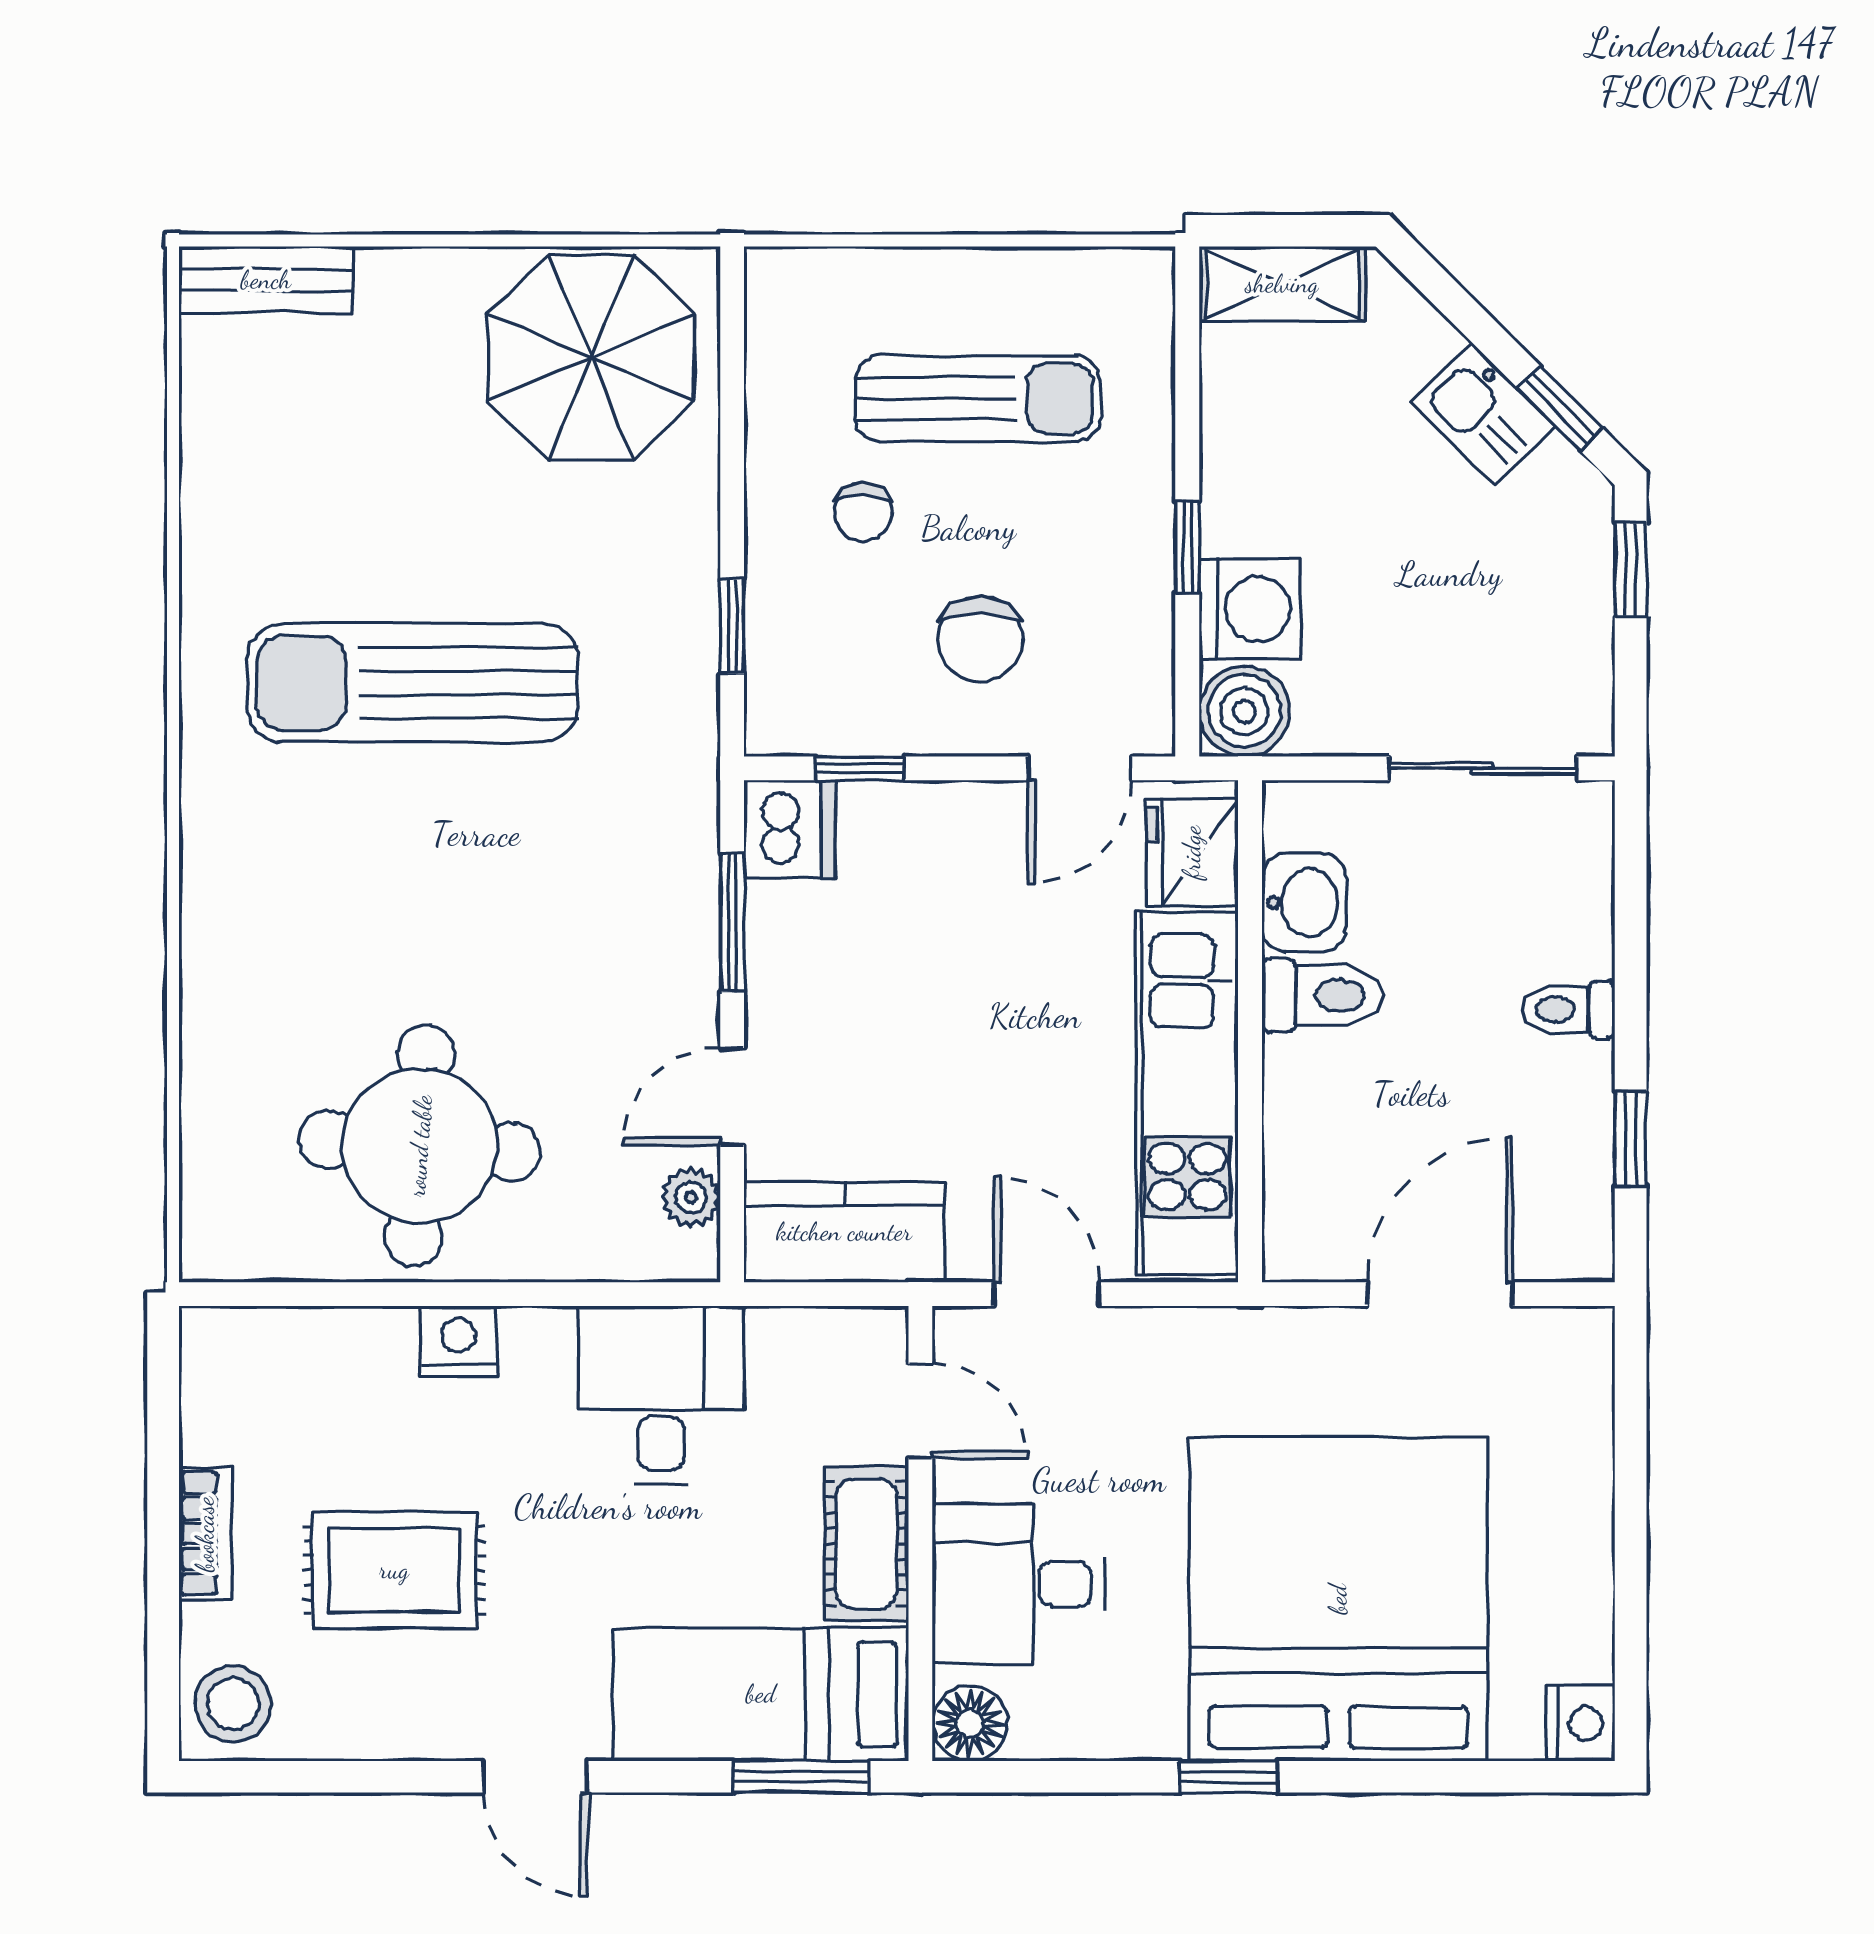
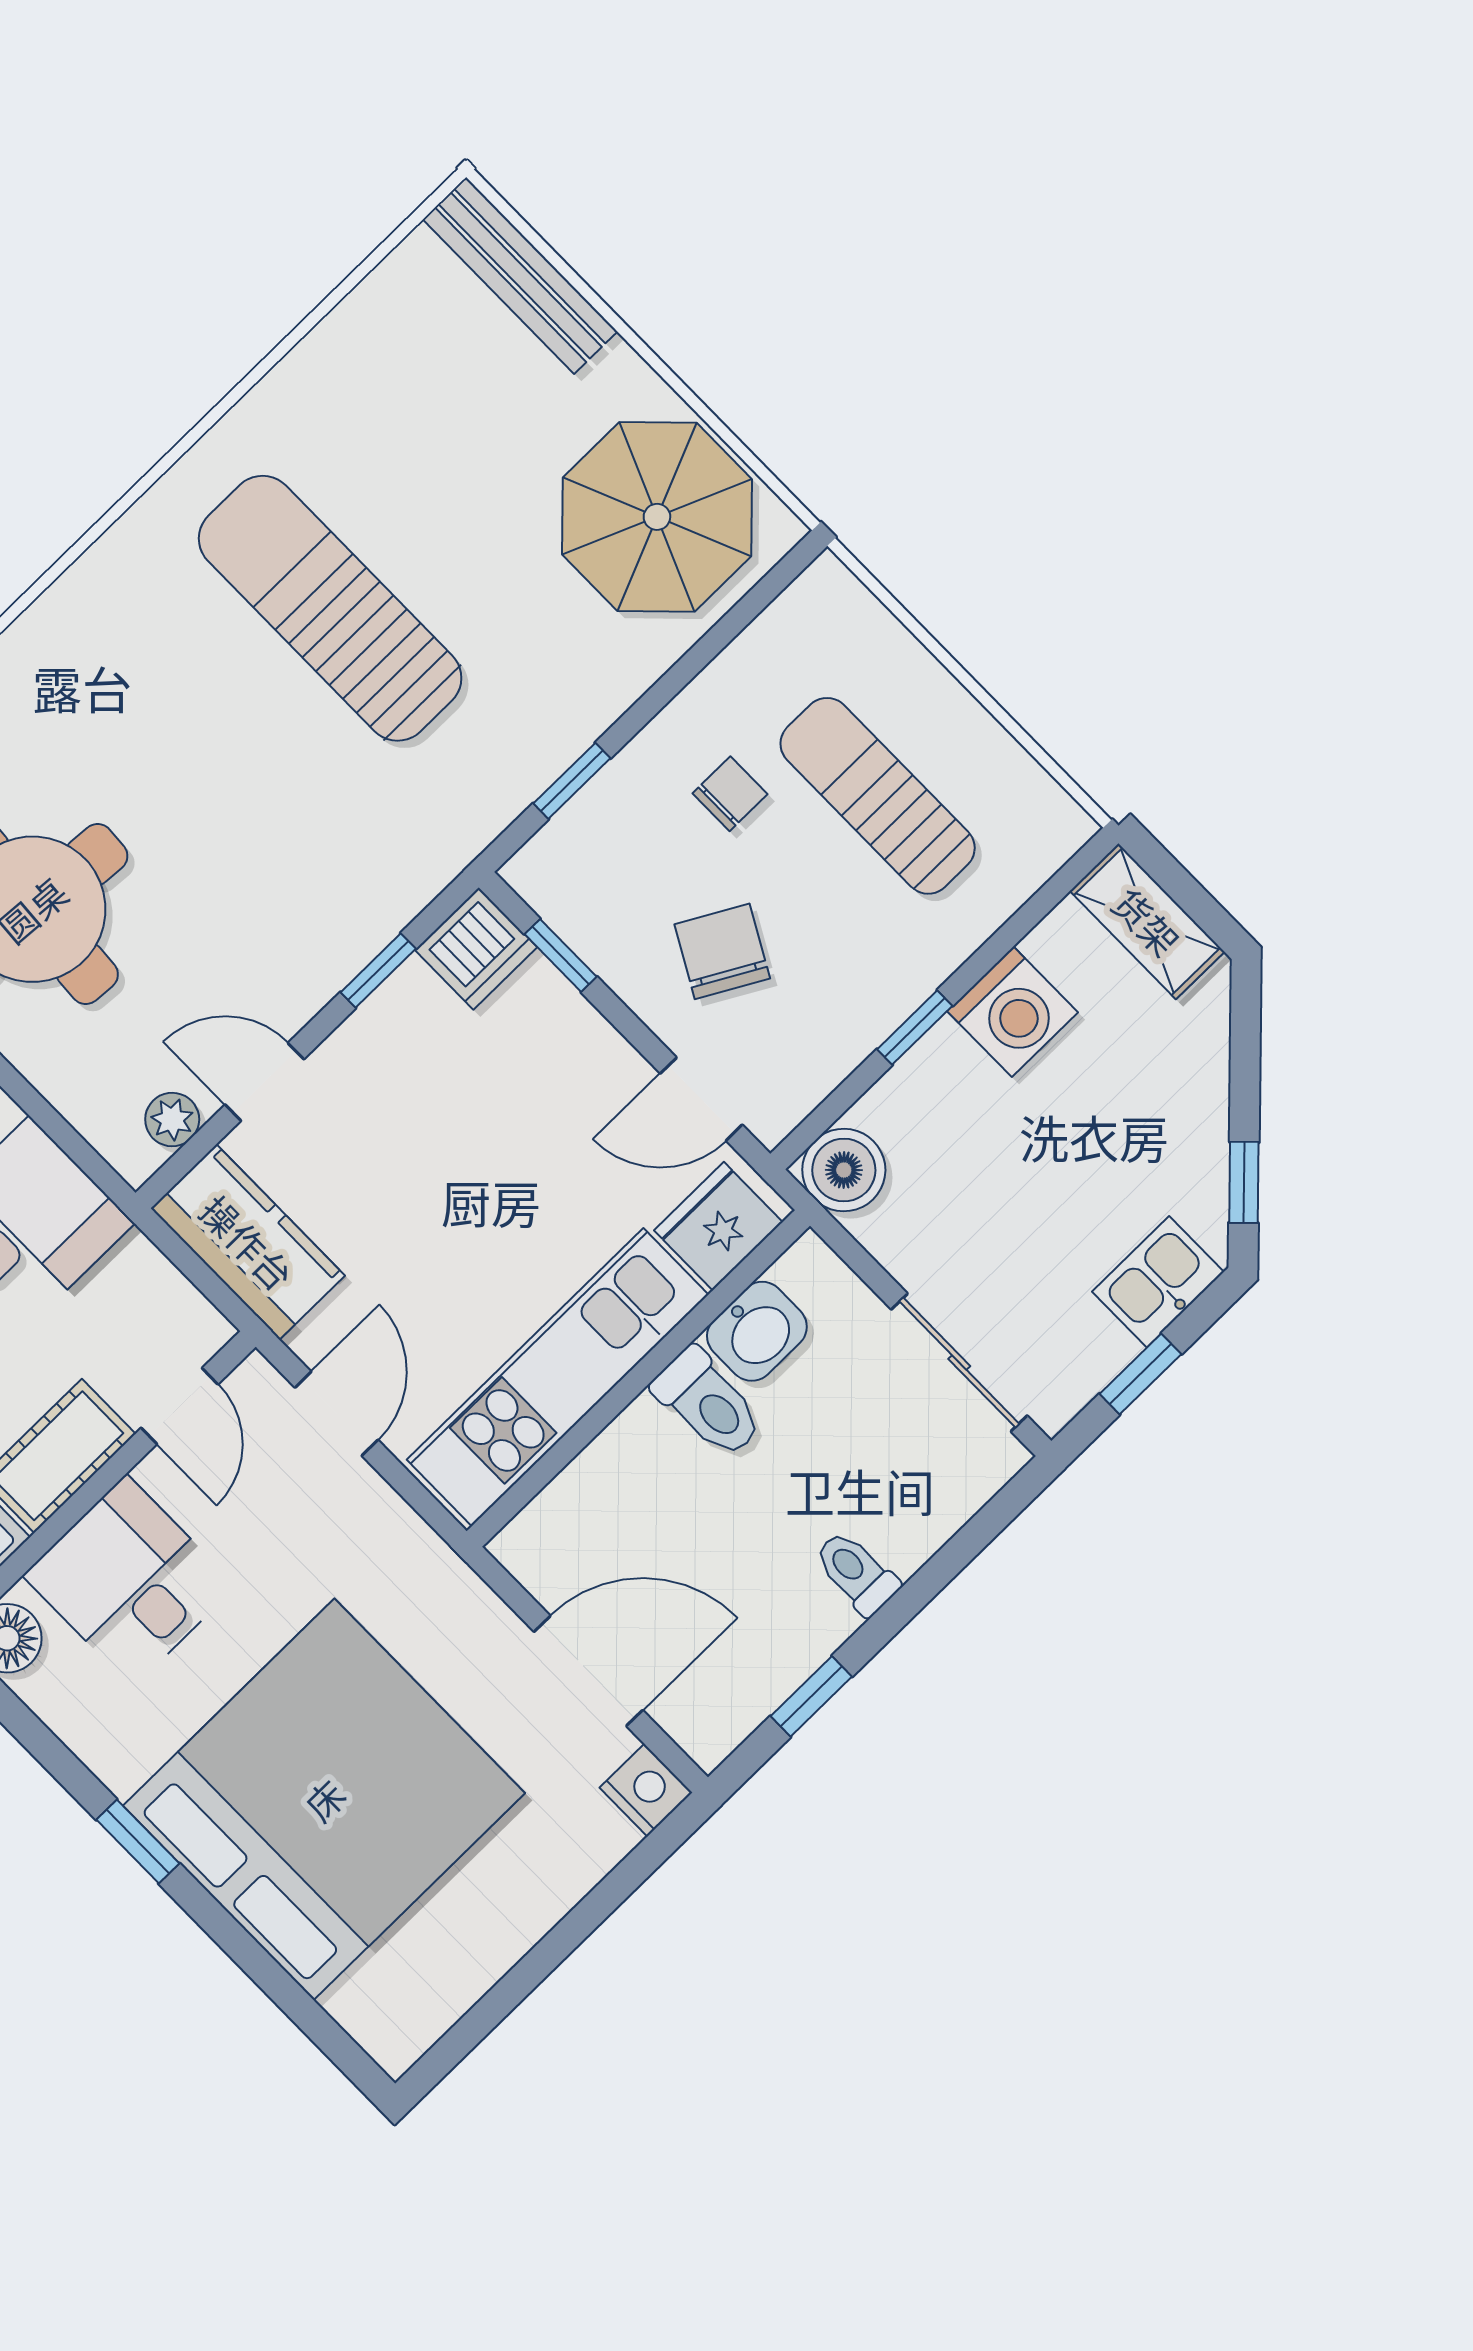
bench: (266, 280) -> (520, 275), width x1.36
sun lounger: (978, 399) -> (878, 796), turned 180
kitchen sink: (1483, 414) -> (1158, 1282), moved, turned 45
chair: (863, 512) -> (730, 794), turned 180
window: (1631, 569) -> (1140, 1374), moved
washing machine: (1250, 609) -> (1013, 1012), moved
chair: (980, 639) -> (722, 951), turned 119
window: (732, 922) -> (378, 970), width x0.67
nightstand: (1580, 1724) -> (646, 1790), moved, turned -90

